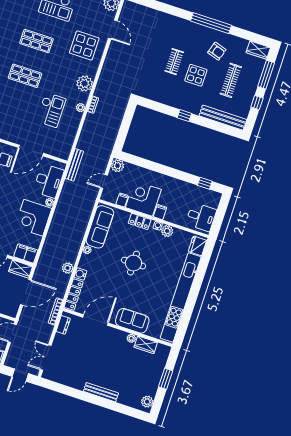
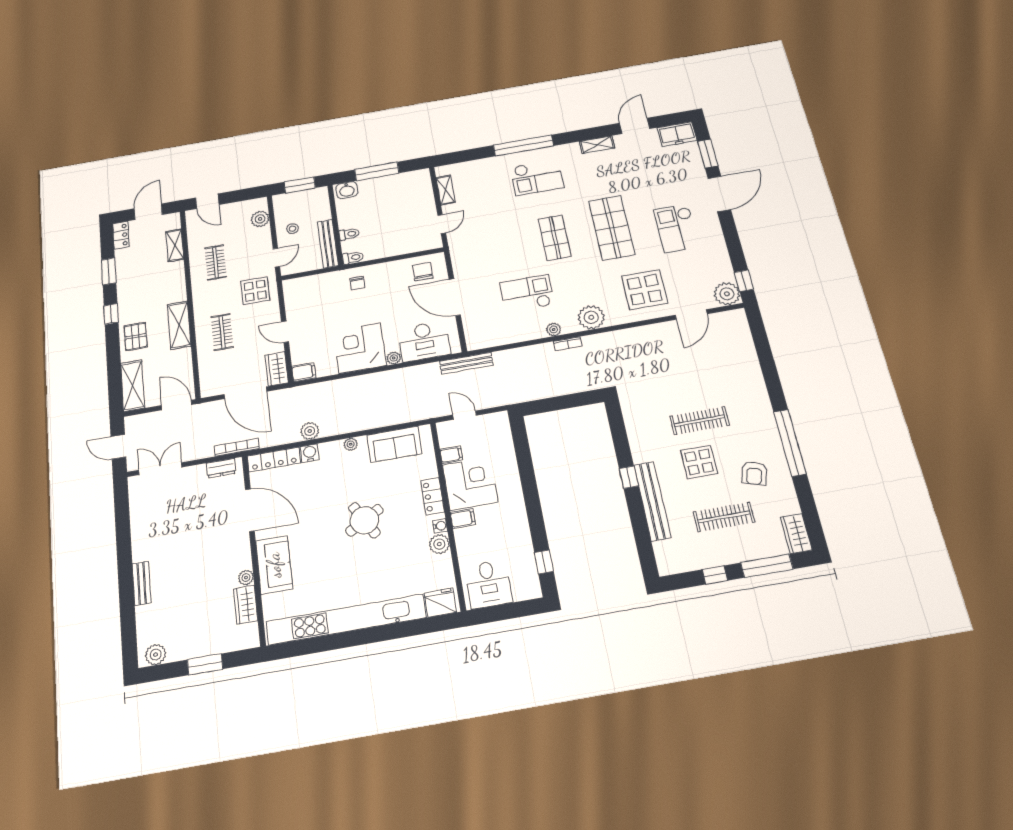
shop shelf: (36, 41) -> (612, 228), width x1.43, depth x1.36
clothes rail: (174, 62) -> (699, 421), width x1.36
checkout: (51, 110) -> (527, 294), turned 180
bench: (223, 118) -> (652, 501), moved
plant: (118, 166) -> (499, 422), removed
sofa: (100, 227) -> (394, 444), width x0.73
filing cabinet: (26, 253) -> (304, 372), width x0.50
round table: (133, 263) -> (364, 520), turned -30
bench: (101, 392) -> (142, 583), width x0.73

